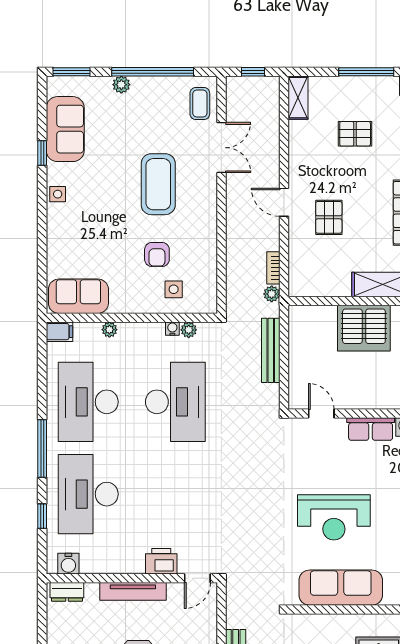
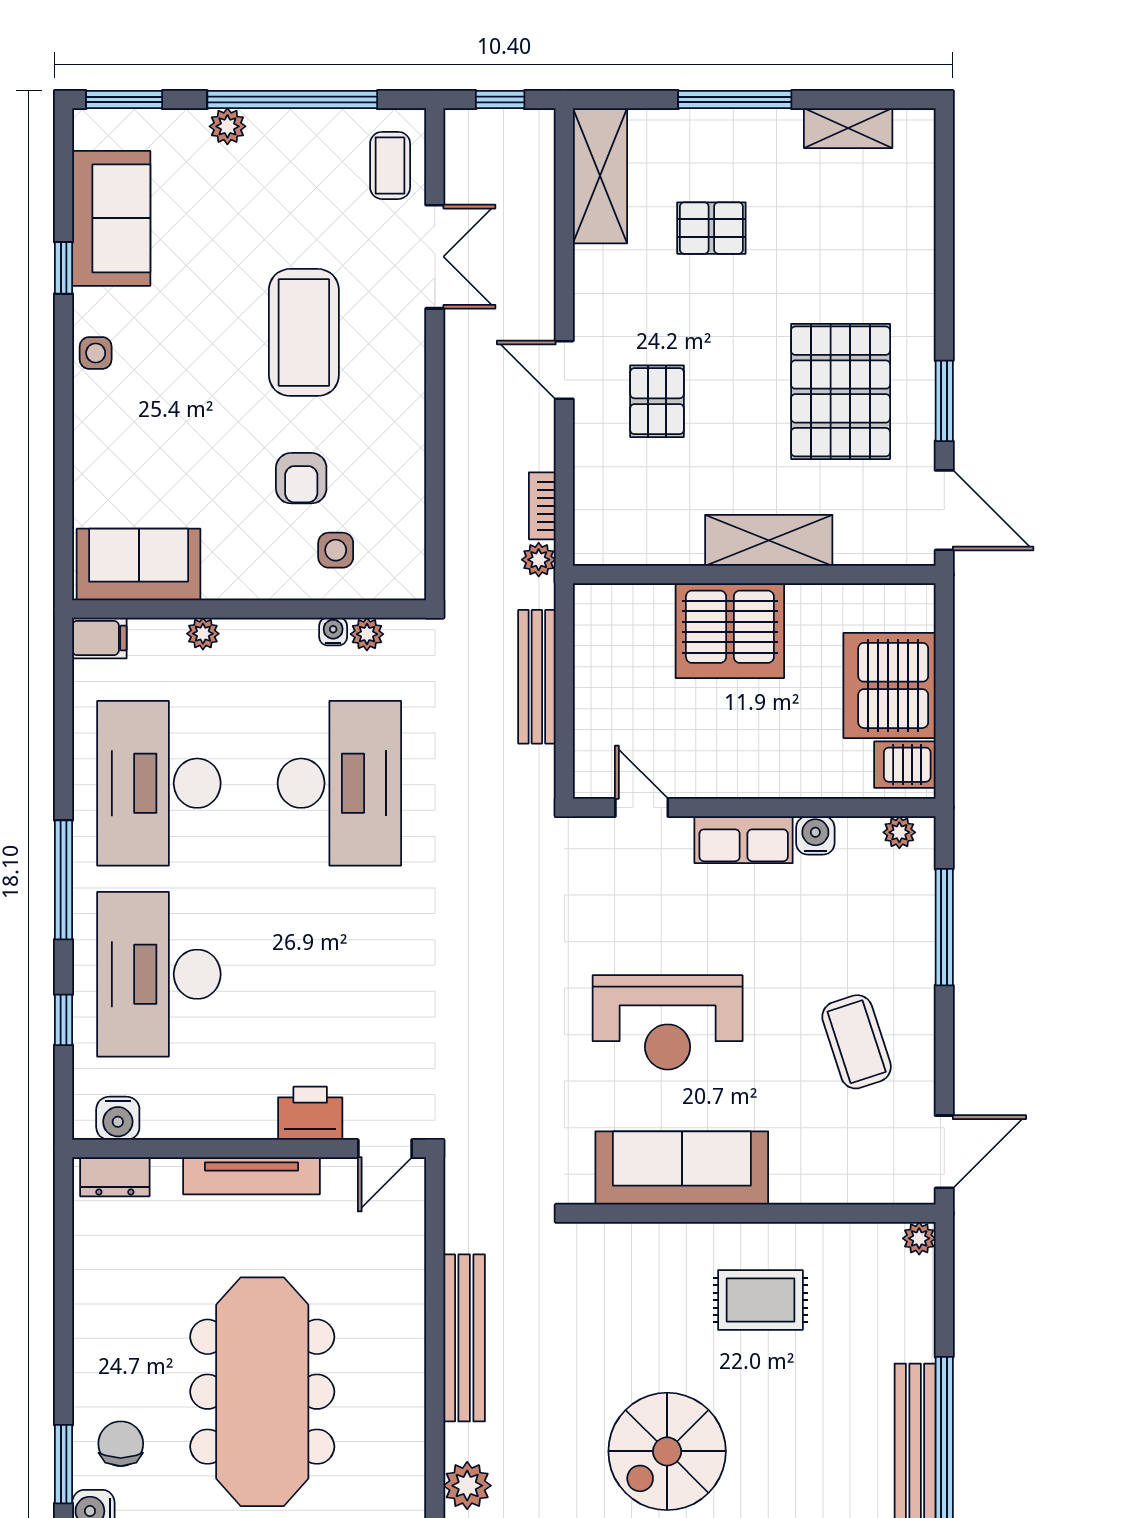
shelving: (298, 98) -> (600, 176), width x1.50, depth x1.33

